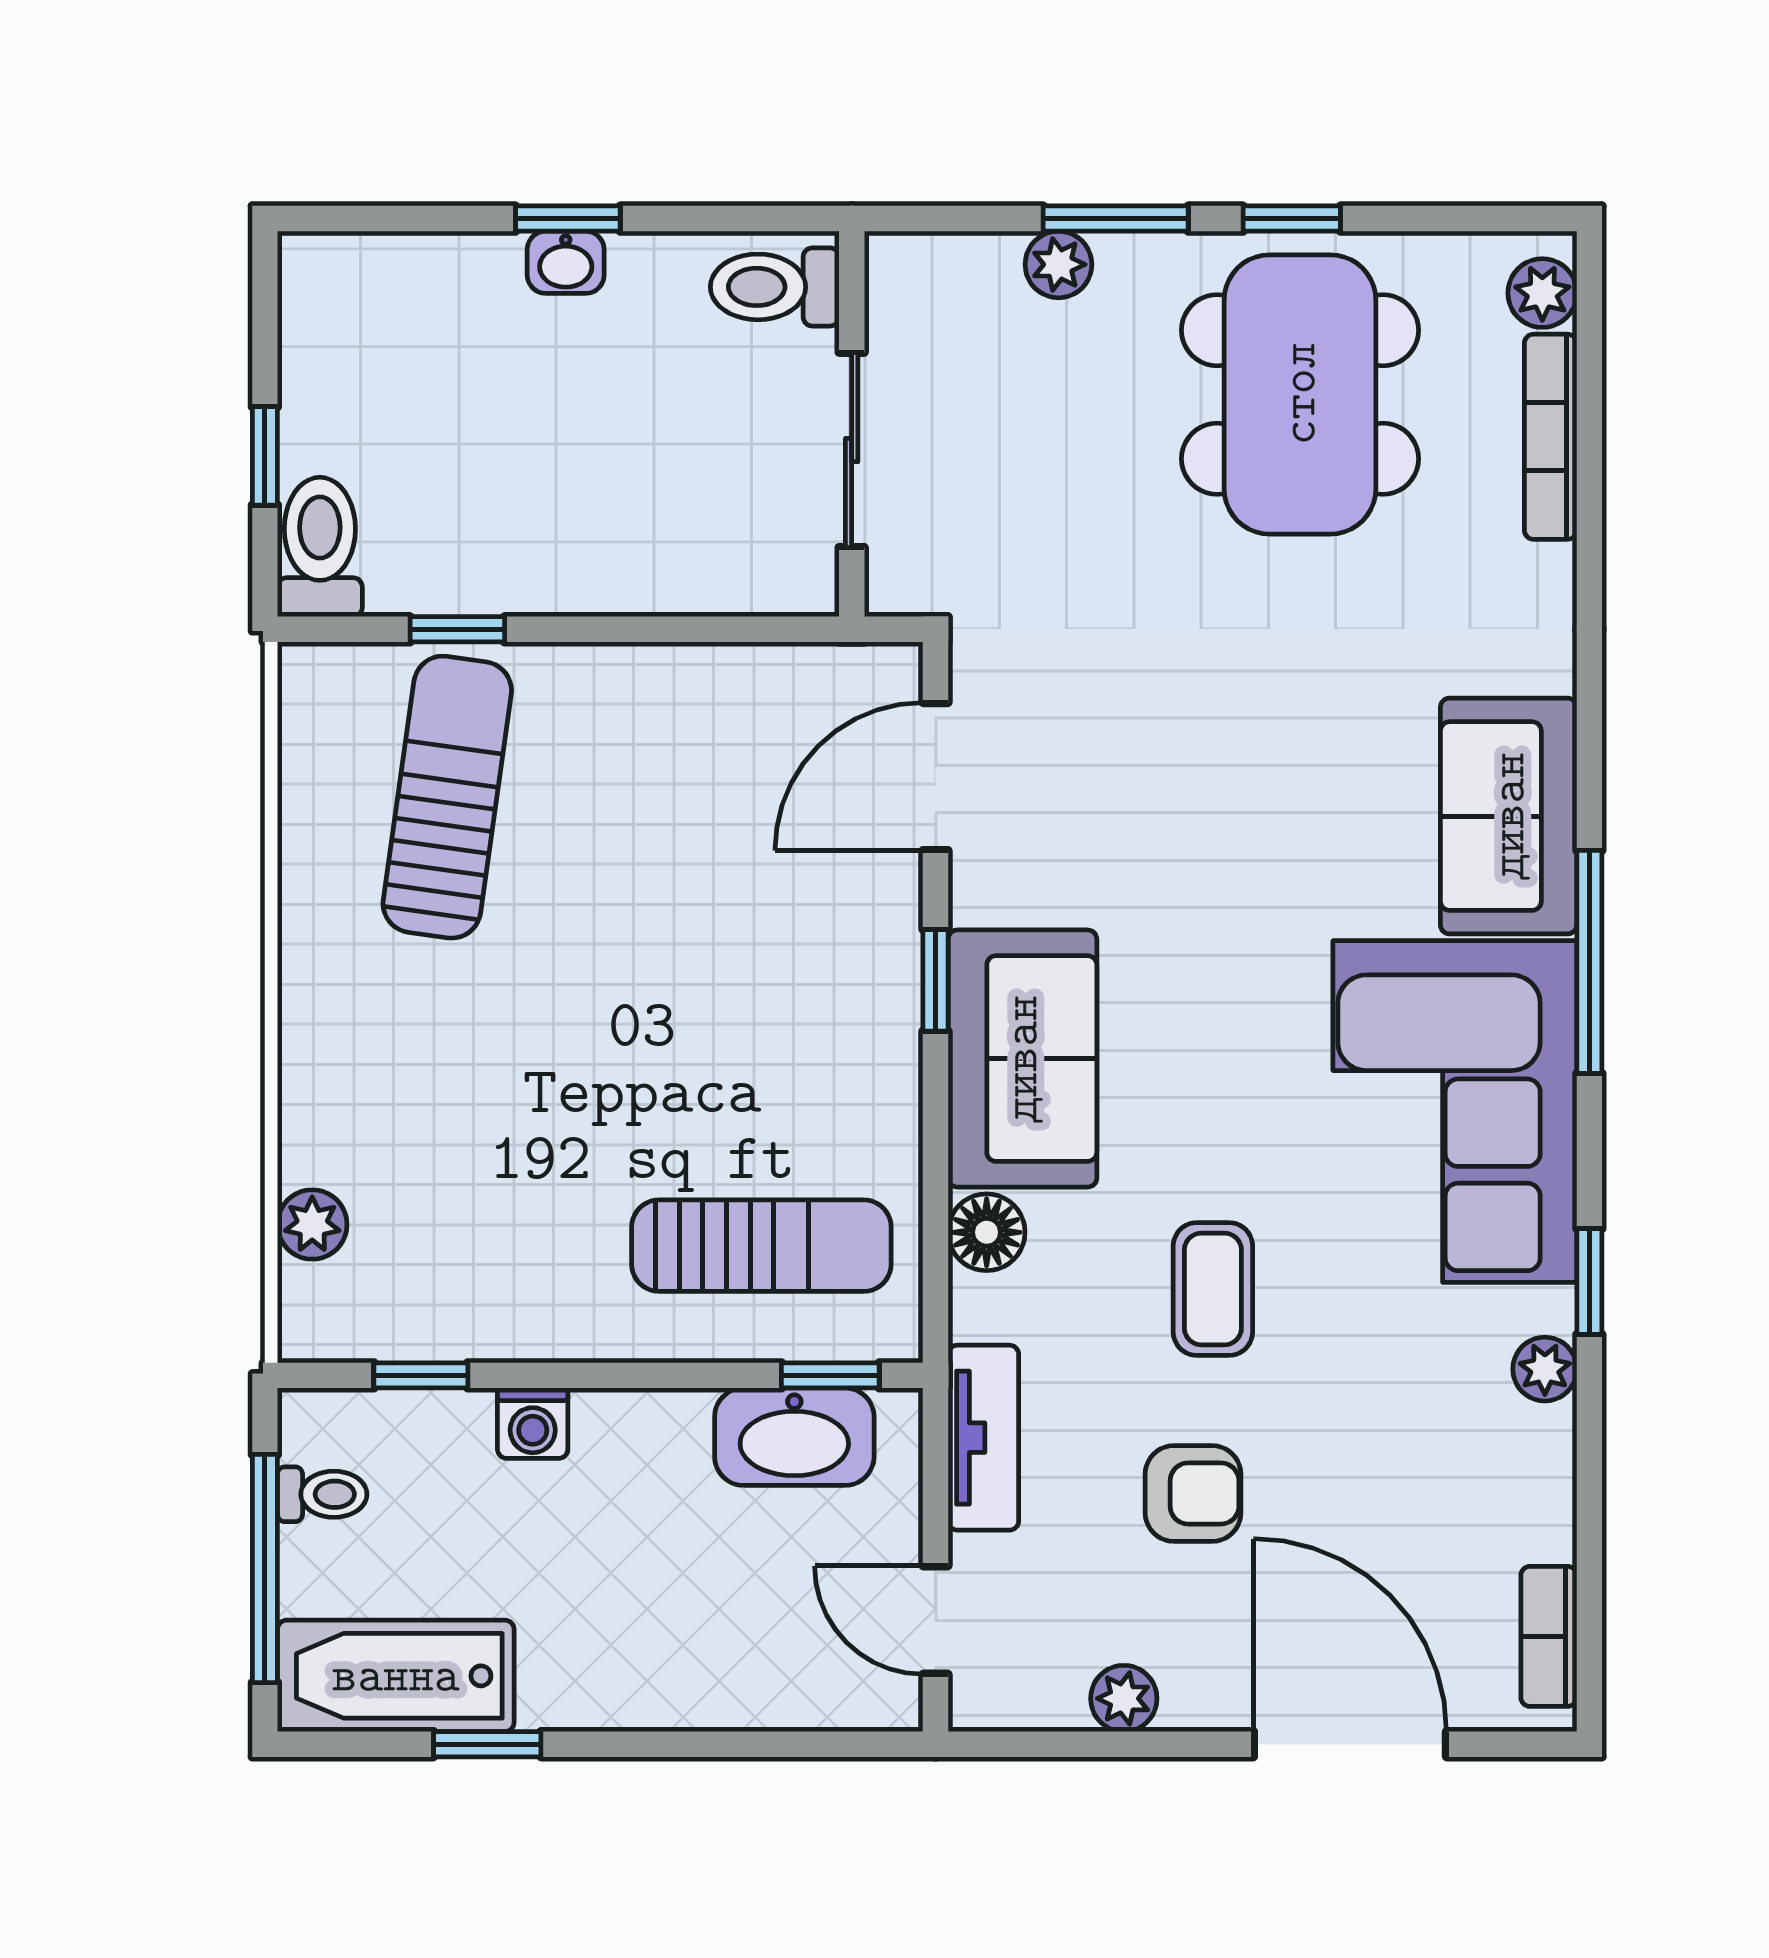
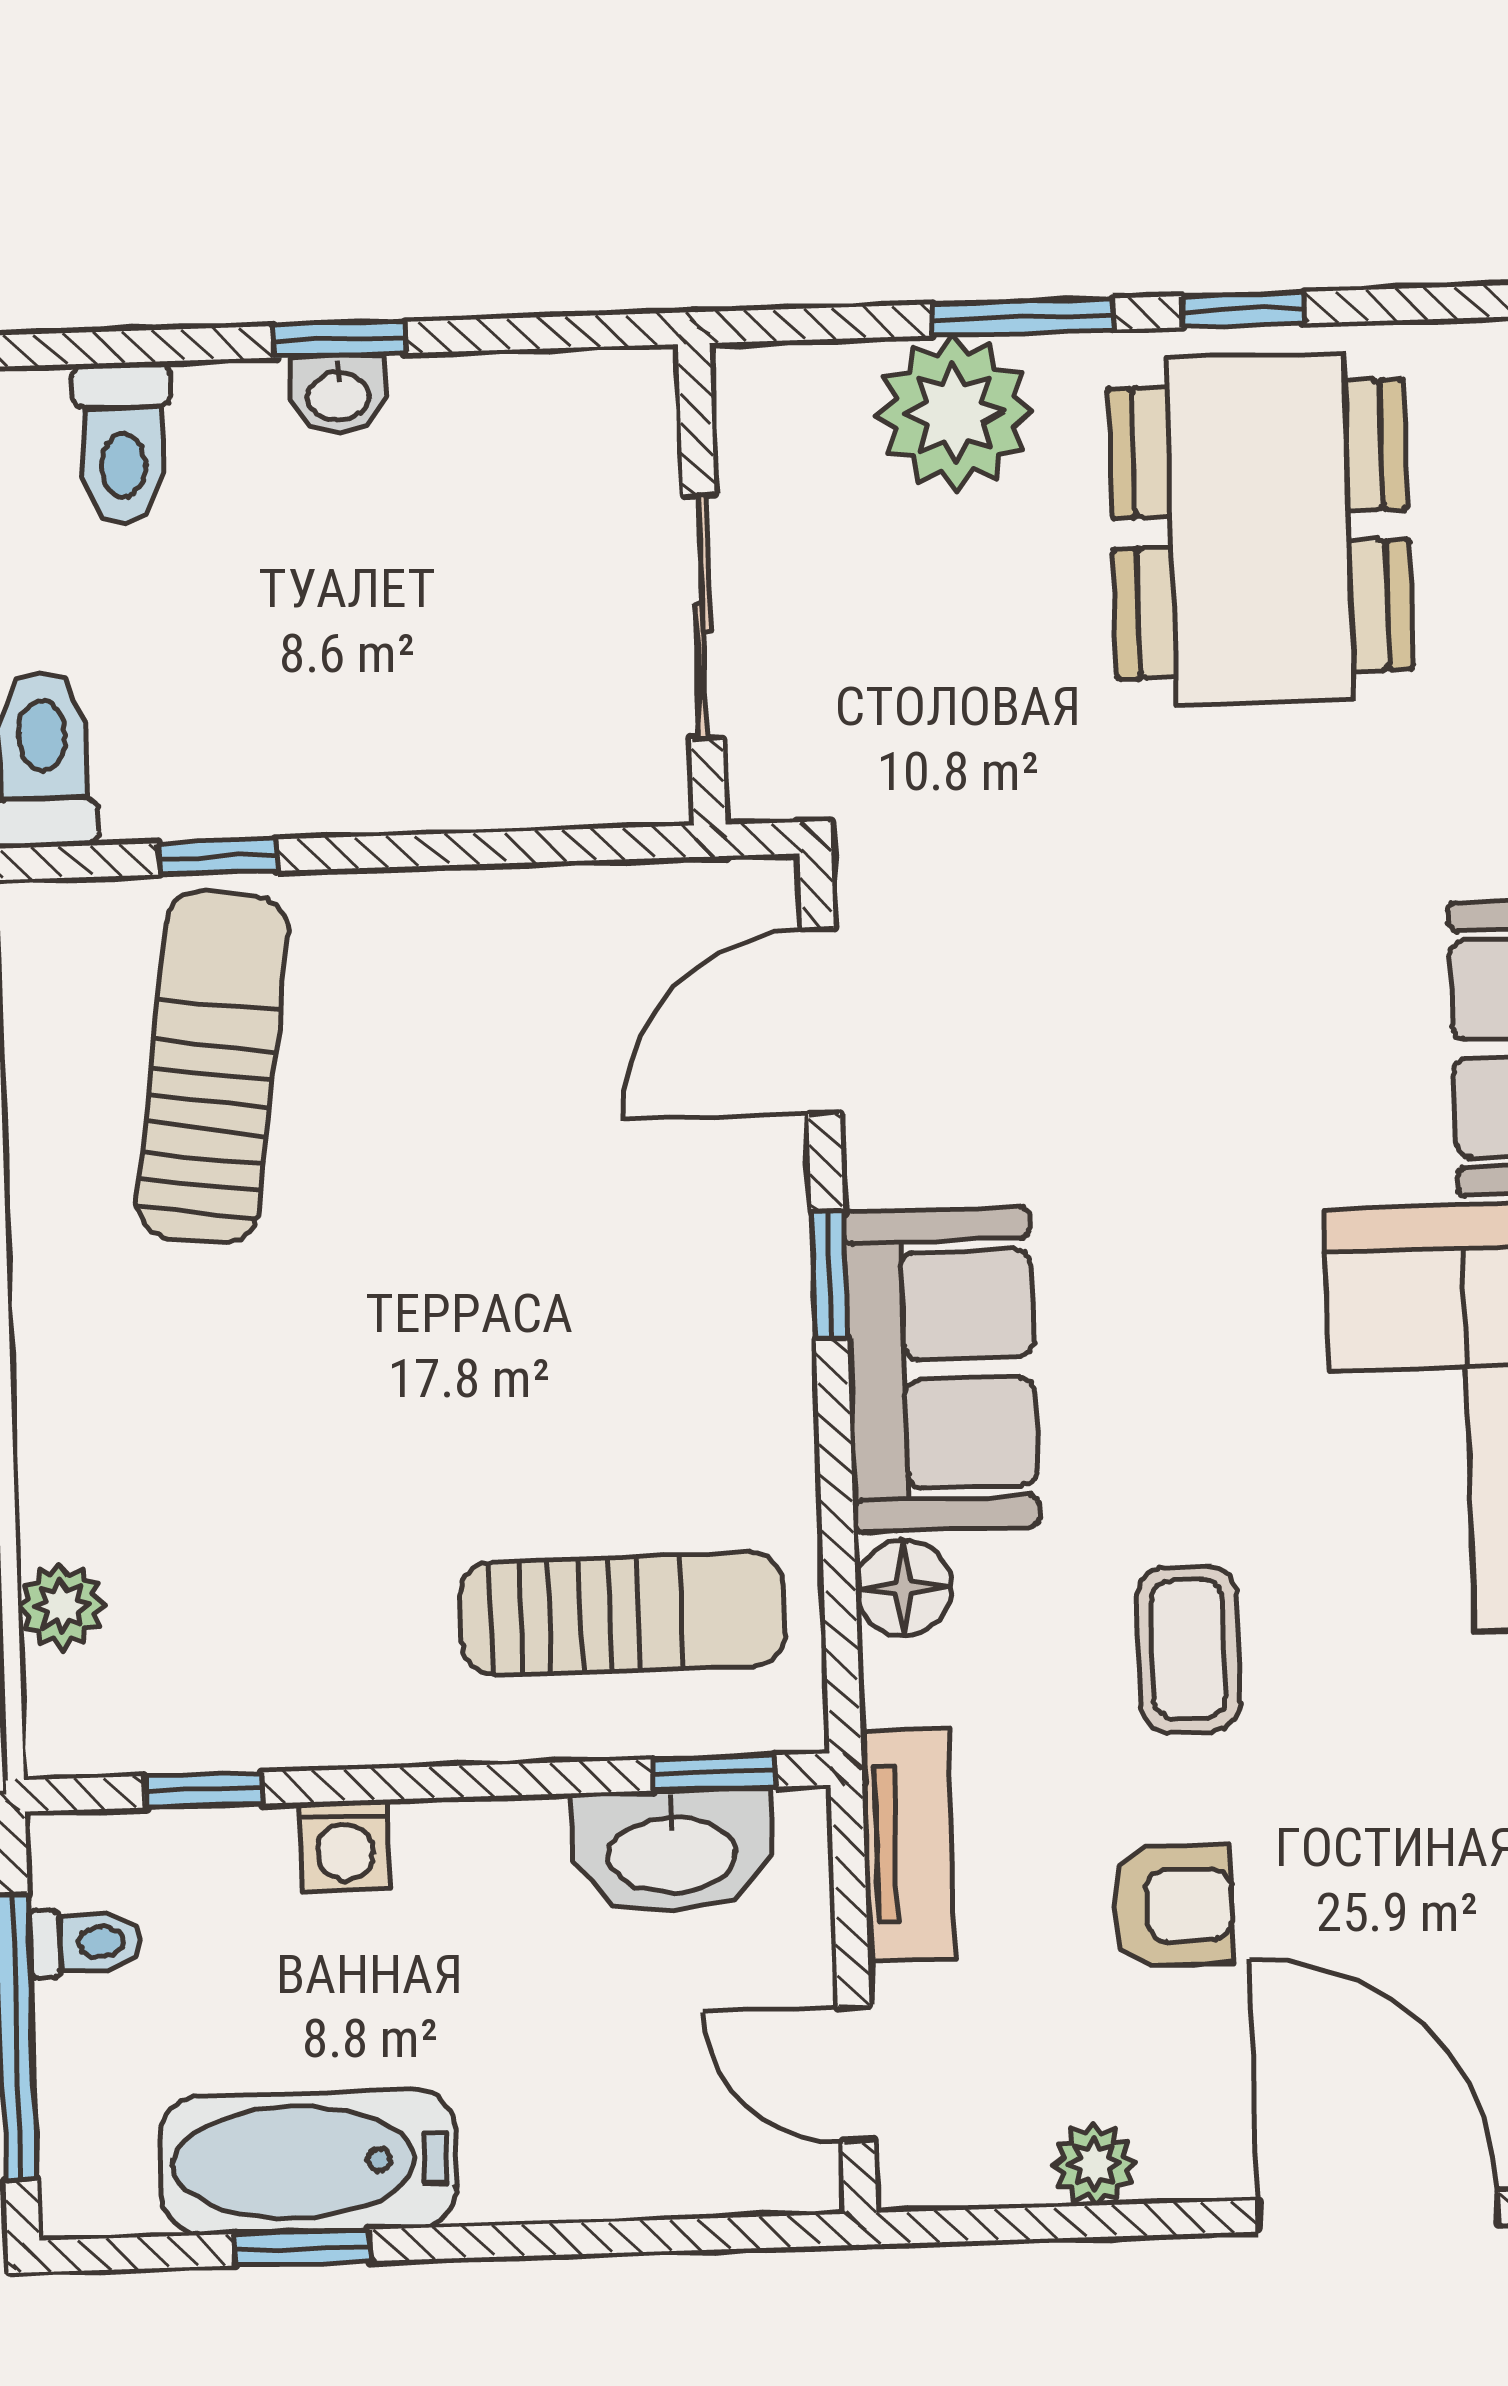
plant: (1058, 264) -> (954, 413), width x1.87, depth x1.87
toilet: (775, 287) -> (123, 443), moved, turned -90
bathtub: (396, 1676) -> (308, 2162), moved

